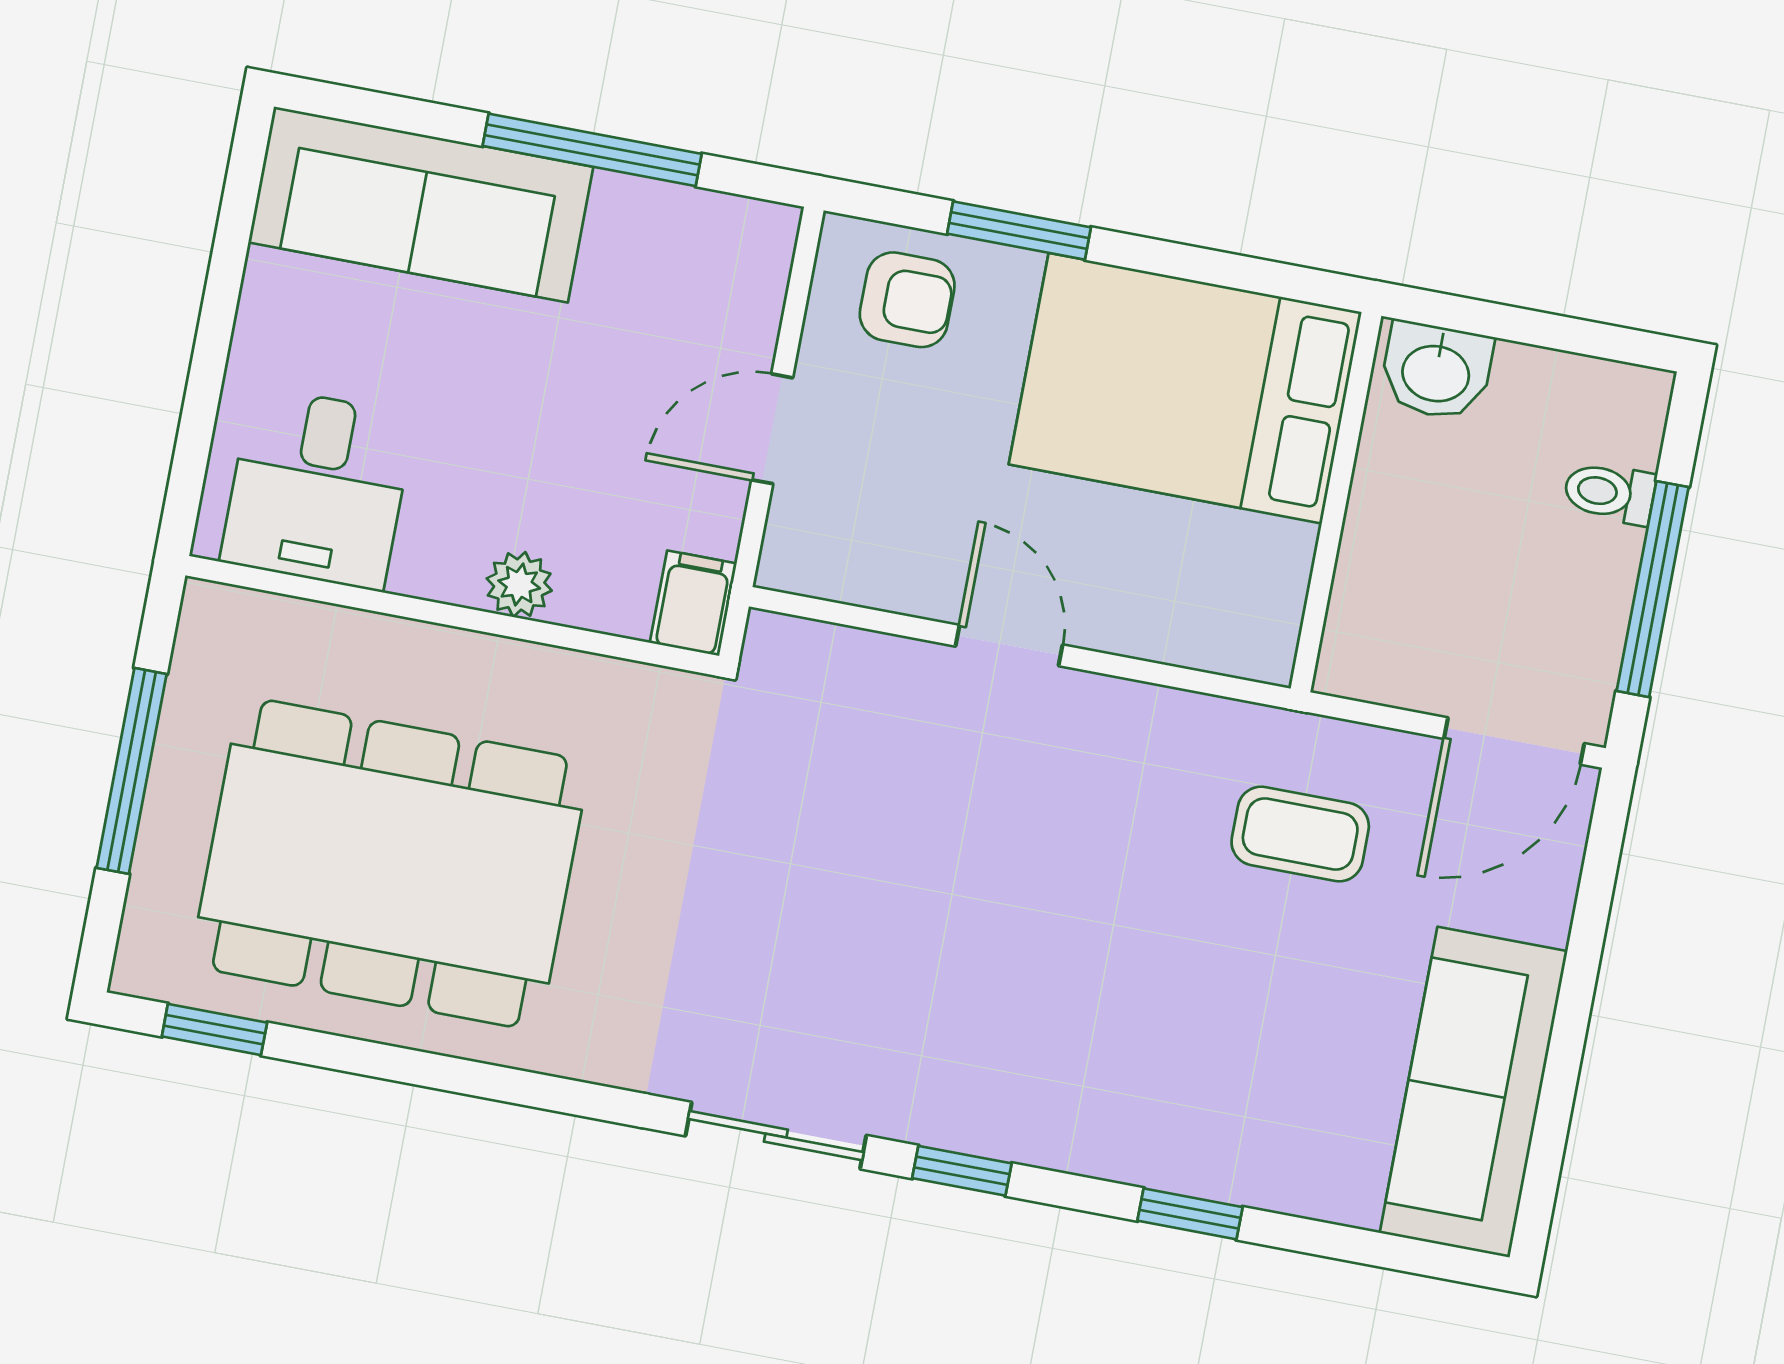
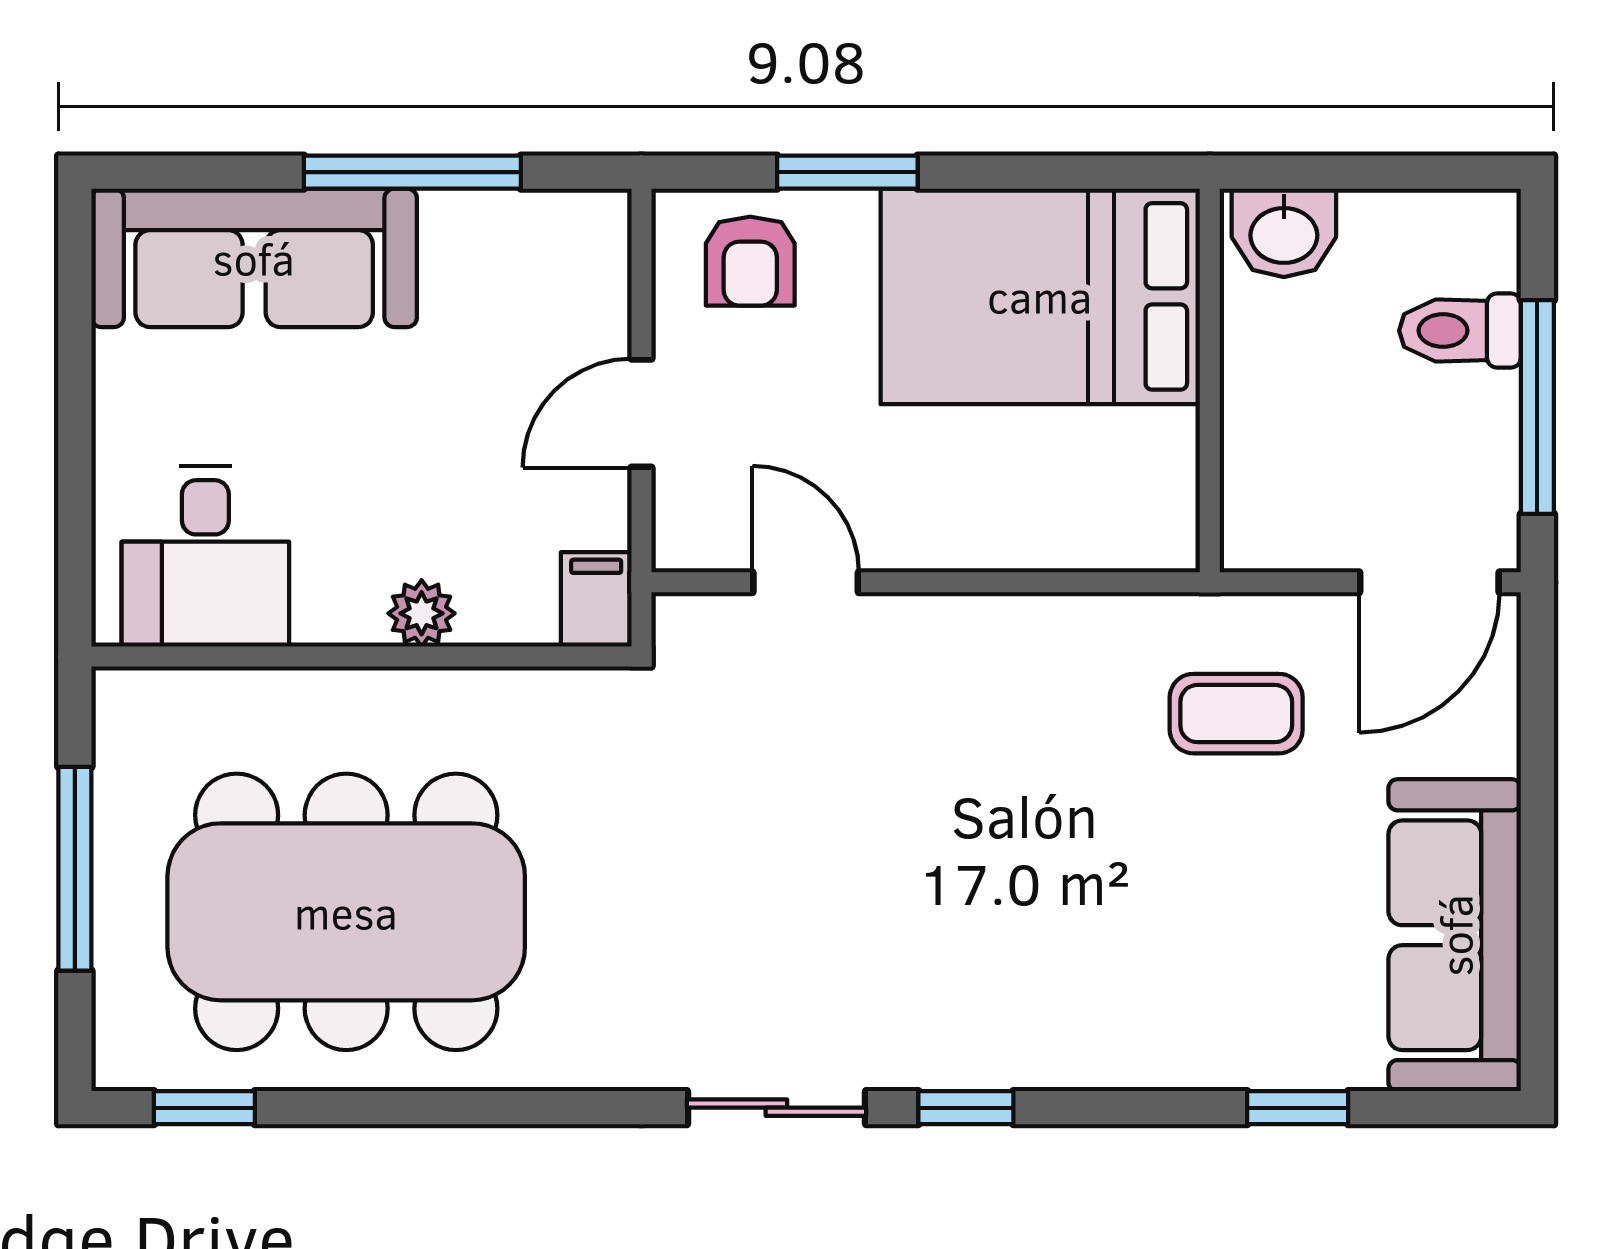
armchair: (907, 300) -> (750, 261), turned 90
toilet: (1609, 493) -> (1460, 331), width x1.37, depth x1.39
door: (1009, 646) -> (806, 582), moved
window: (1190, 1214) -> (1298, 1108), moved

